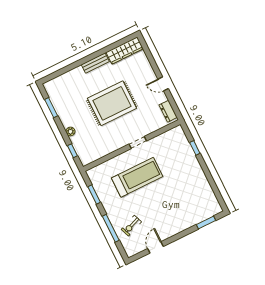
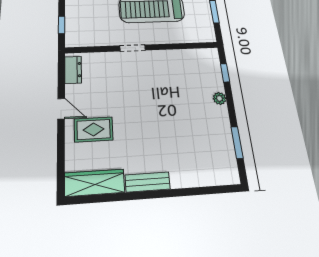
rug: (112, 103) -> (94, 129), moved, width x0.54, depth x0.49
window: (195, 148) -> (62, 25), moved

